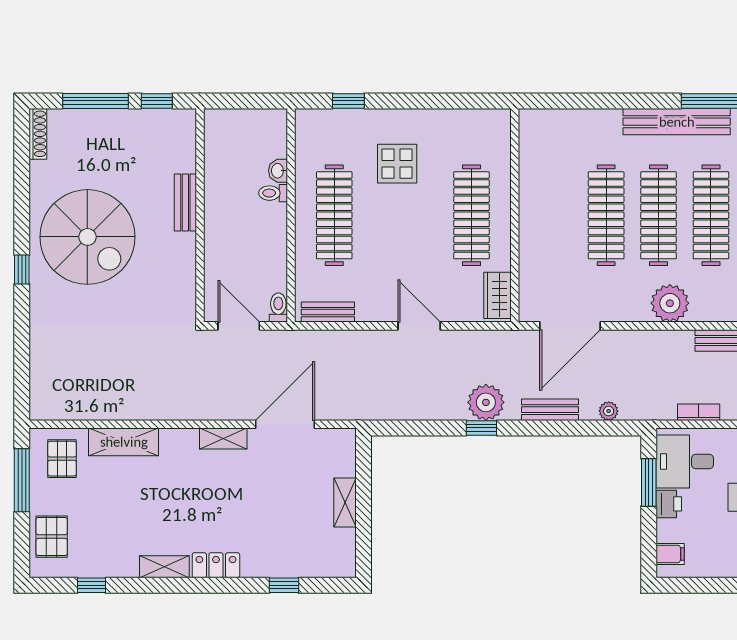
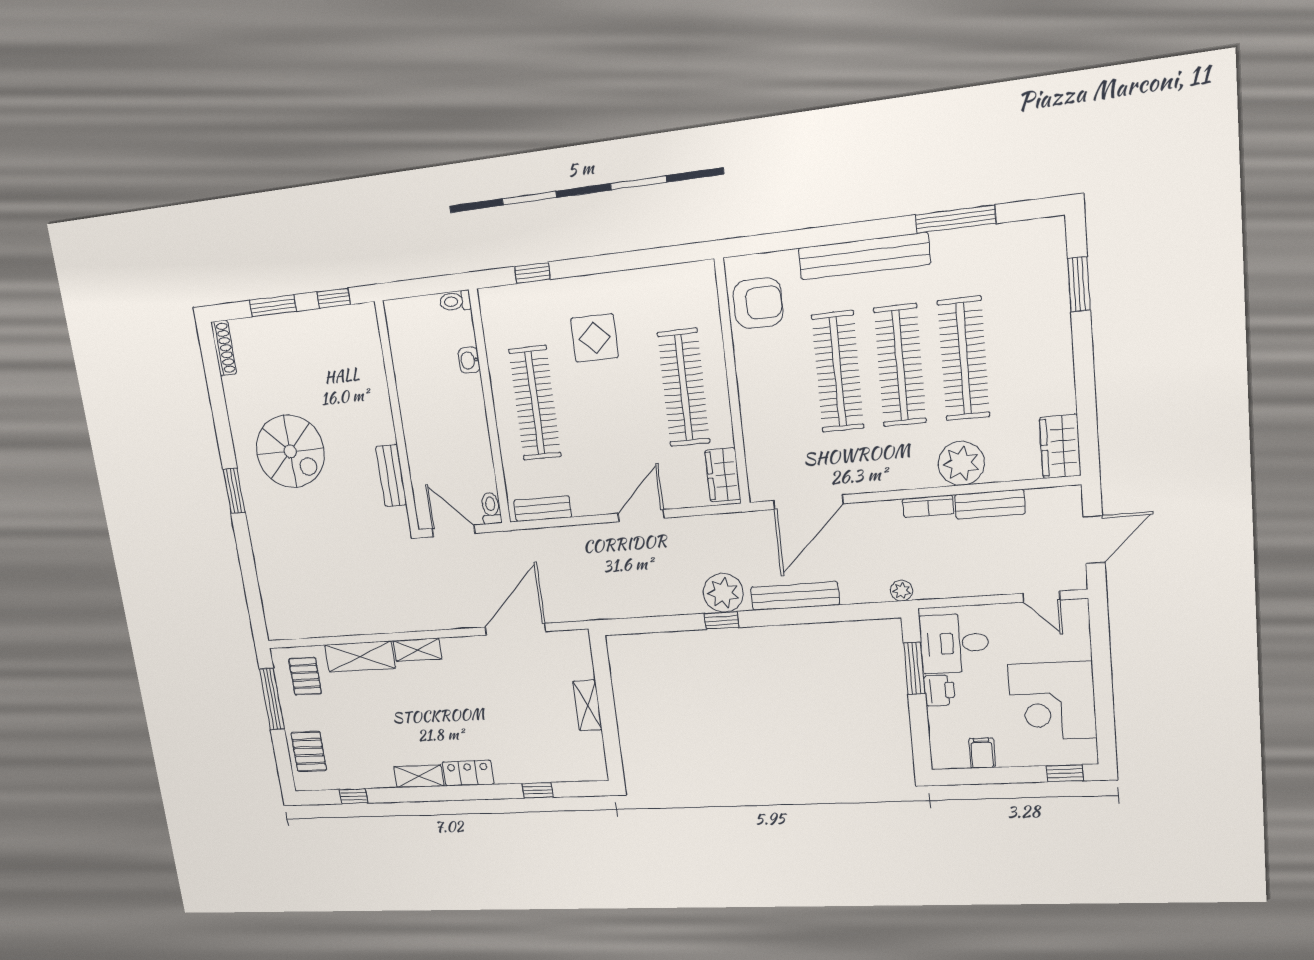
window: (95, 101) -> (273, 306), width x0.69
bench: (677, 122) -> (864, 256), moved
armchair: (544, 150) -> (758, 303), added
toilet: (273, 193) -> (455, 301), moved
bench: (185, 203) -> (391, 475), moved
spiral stairs: (87, 237) -> (290, 451), width x0.73, depth x0.73
window: (22, 269) -> (234, 491), width x1.50
plant: (670, 303) -> (961, 463), moved
door: (419, 326) -> (641, 516), hinge flipped
bench: (550, 410) -> (795, 596), width x1.36
plant: (609, 411) -> (901, 591), moved
bookcase: (699, 412) -> (928, 506), moved, turned 180
shelving: (223, 439) -> (418, 650), moved
filing cabinet: (670, 554) -> (982, 753), moved, turned -90

